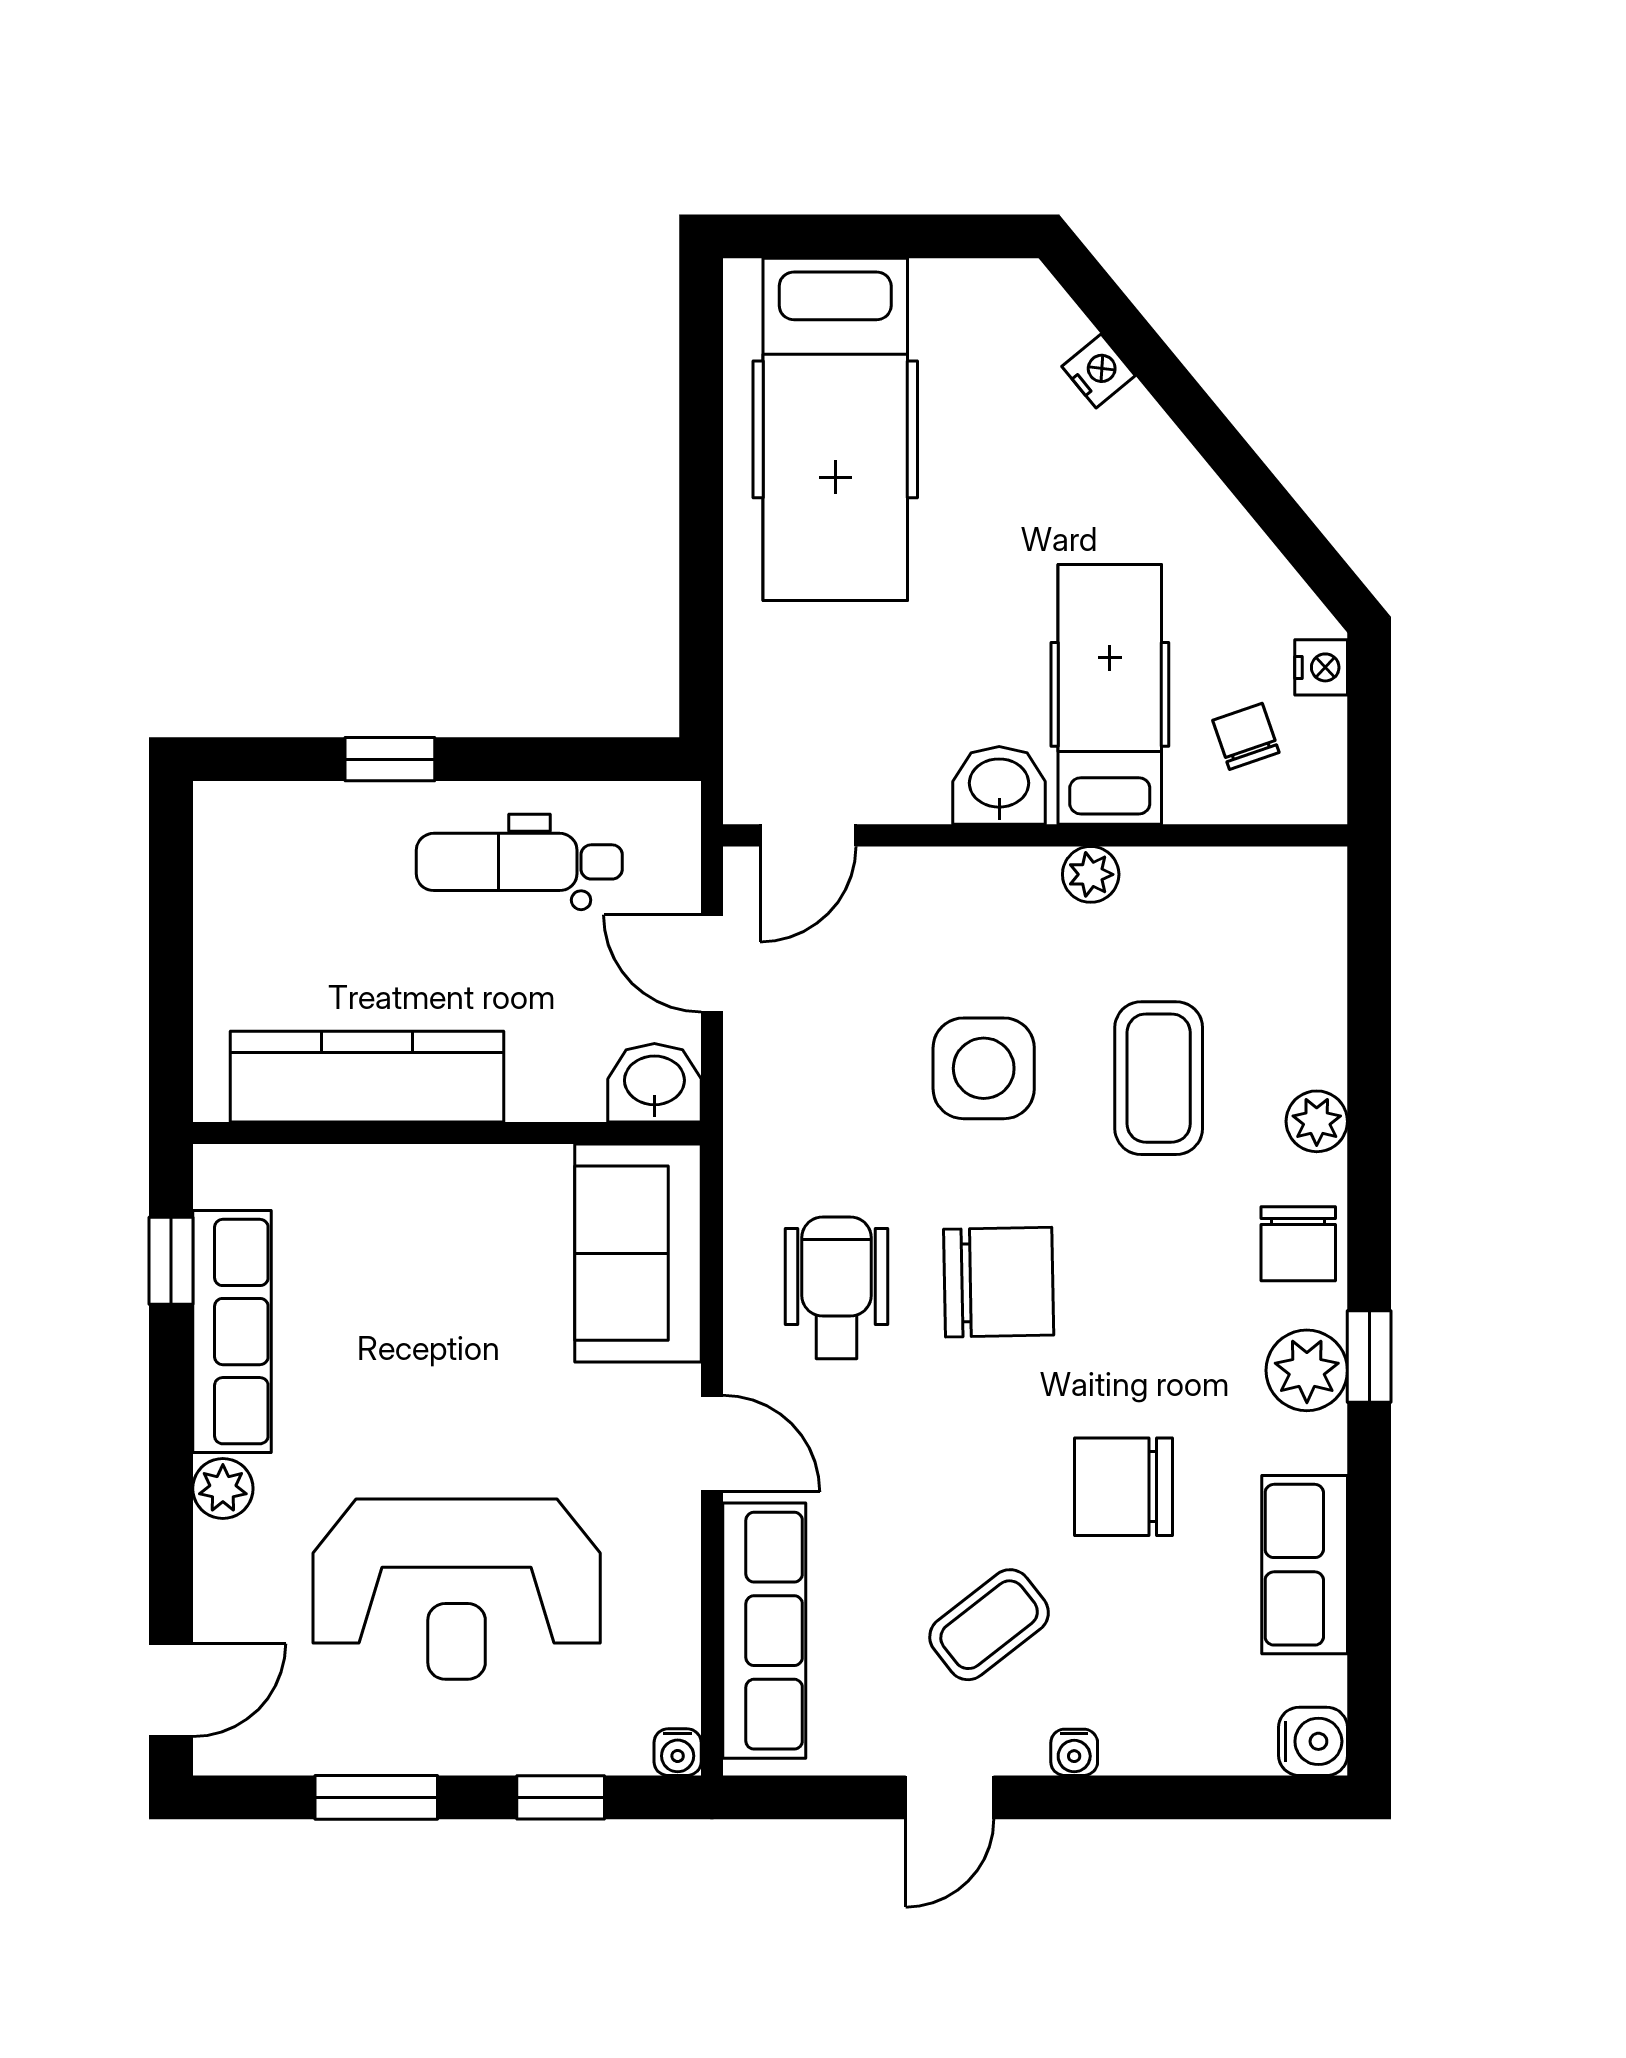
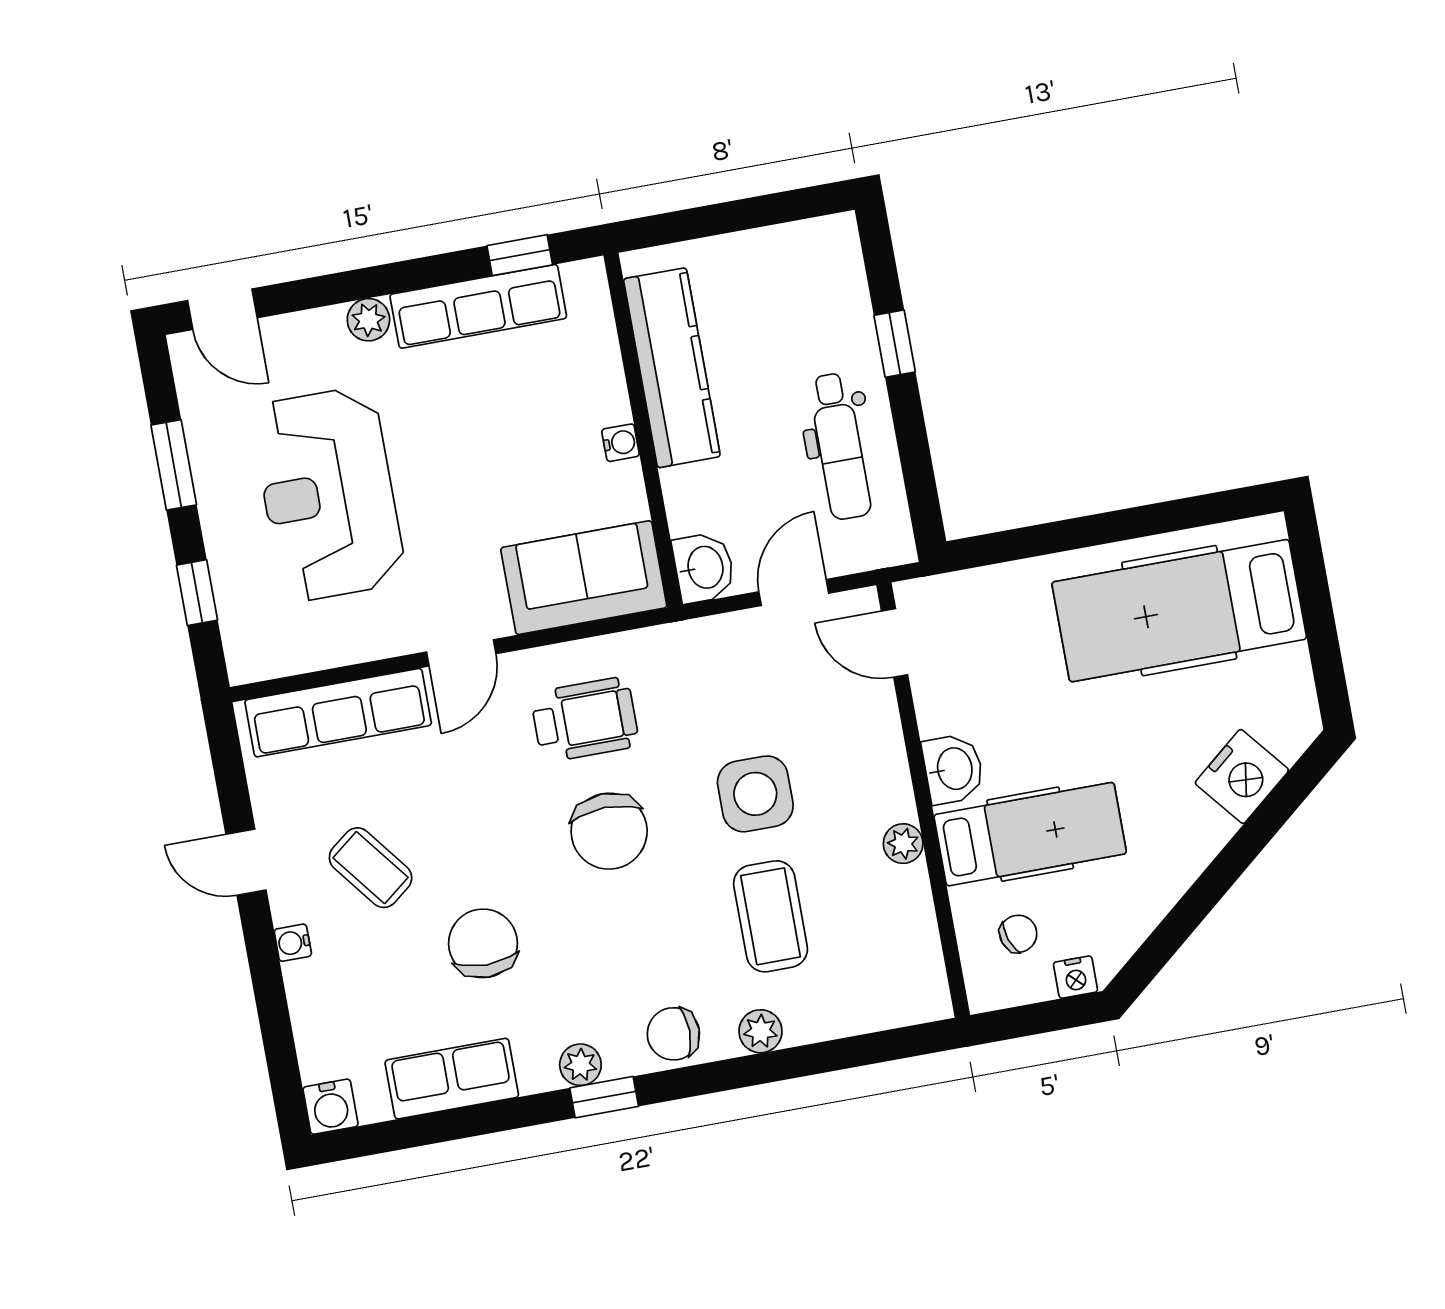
nightstand: (1099, 371) -> (1242, 776), width x1.89, depth x1.79
dental chair: (519, 862) -> (840, 446), turned 180
coffee table: (1159, 1078) -> (771, 916), turned 90
plant: (1307, 1370) -> (580, 1065), width x0.73, depth x0.73
water cooler: (678, 1752) -> (621, 443), moved, turned 180

